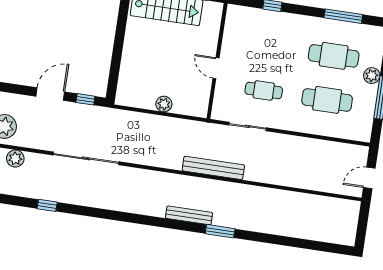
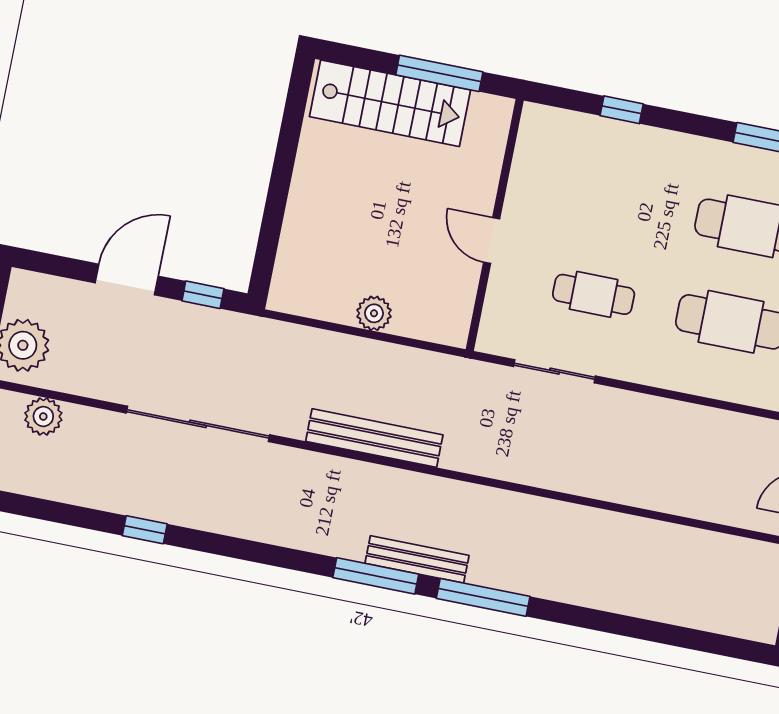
bench: (213, 168) -> (374, 438), moved
window: (47, 205) -> (145, 530), moved
window: (171, 224) -> (376, 576), added
window: (220, 231) -> (483, 597), width x1.44

